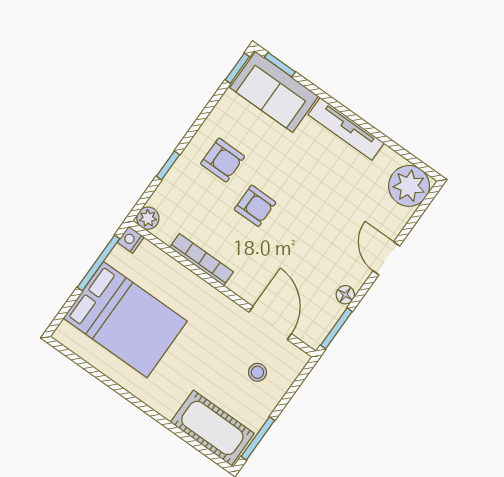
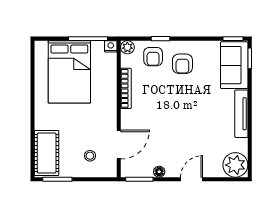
armchair: (255, 206) -> (153, 57), moved

